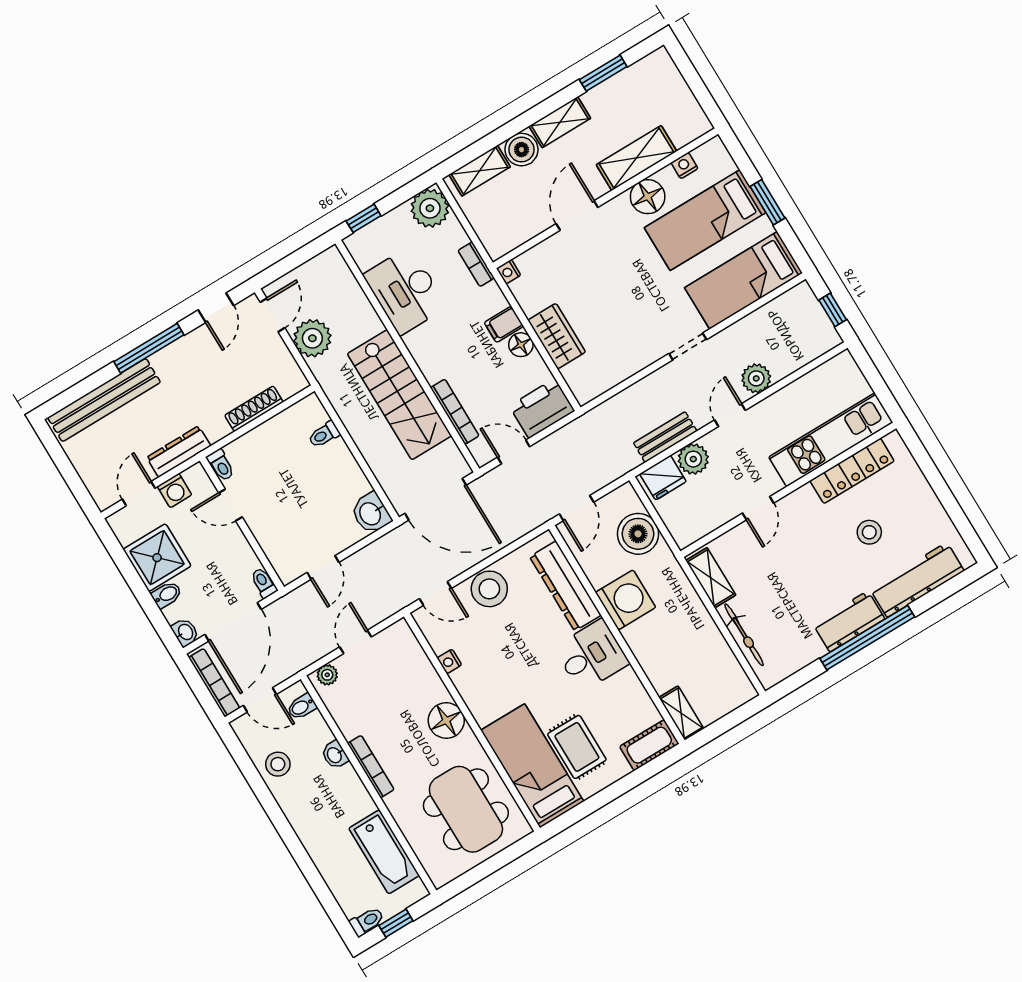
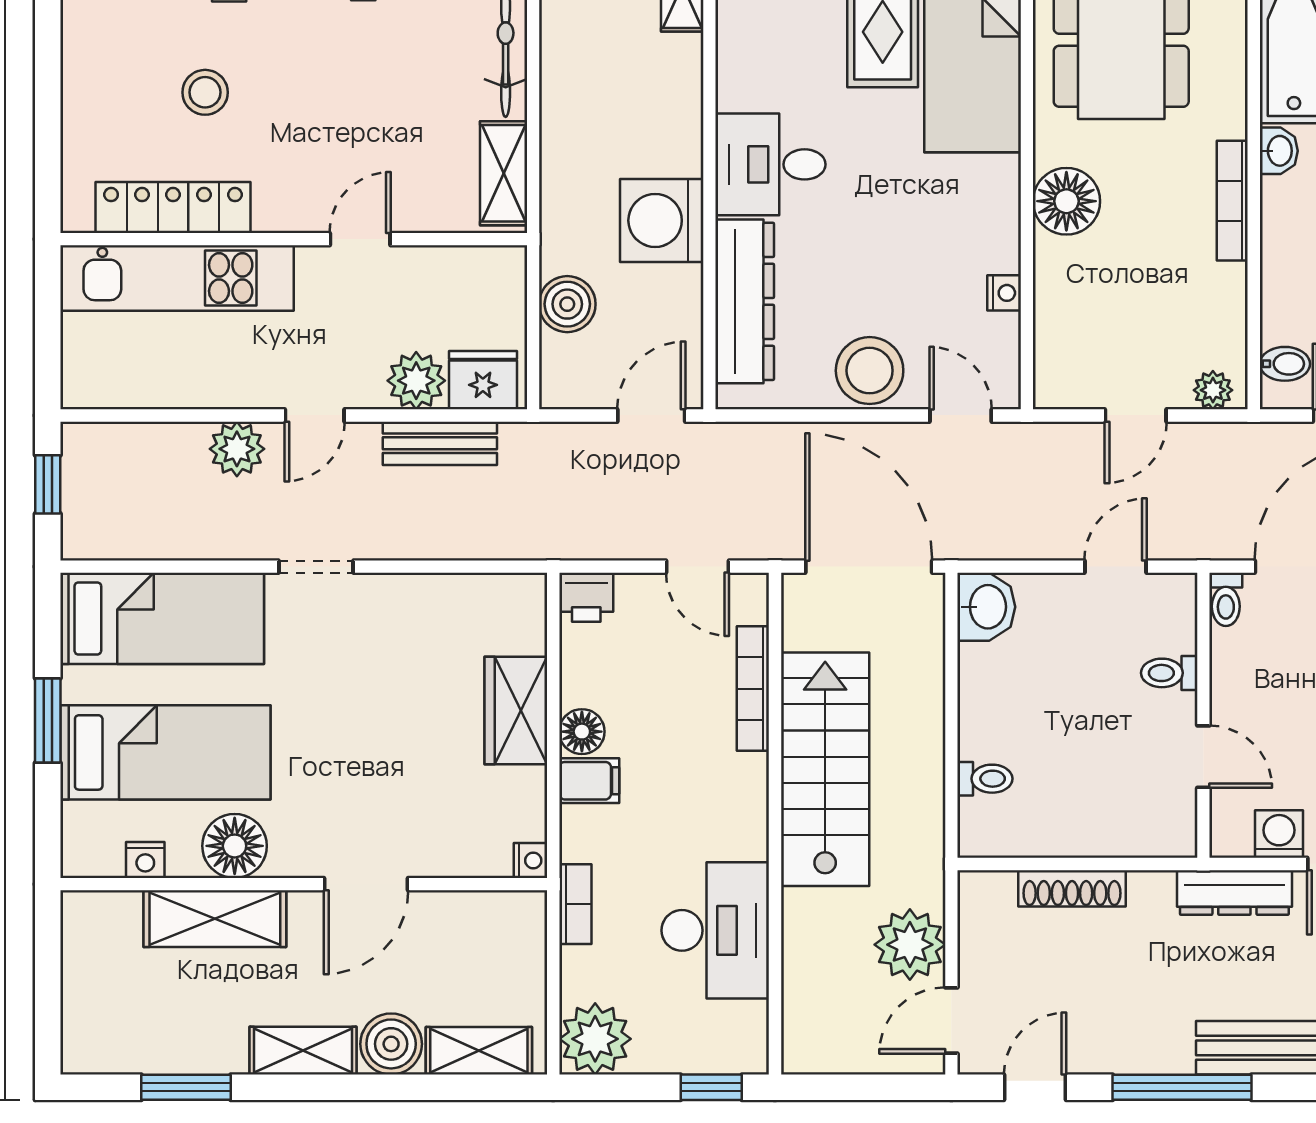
printer: (542, 408) -> (586, 597), width x0.53, depth x0.68
toilet: (221, 465) -> (1169, 673), moved, turned -90
boiler: (638, 534) -> (567, 304), width x0.73, depth x0.73
washbasin: (335, 755) -> (1279, 151), moved

